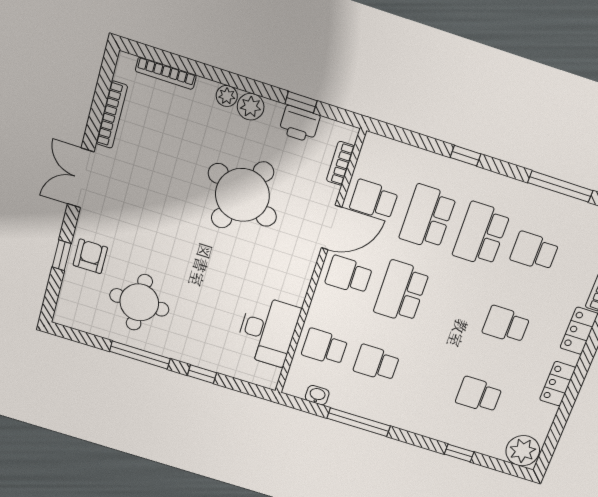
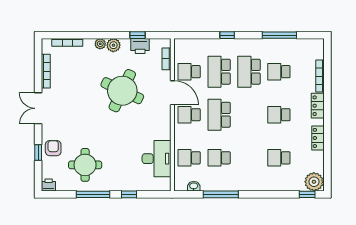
door: (332, 228) -> (172, 93), hinge flipped
printer: (66, 316) -> (49, 185), added
window: (459, 453) -> (307, 194), moved

